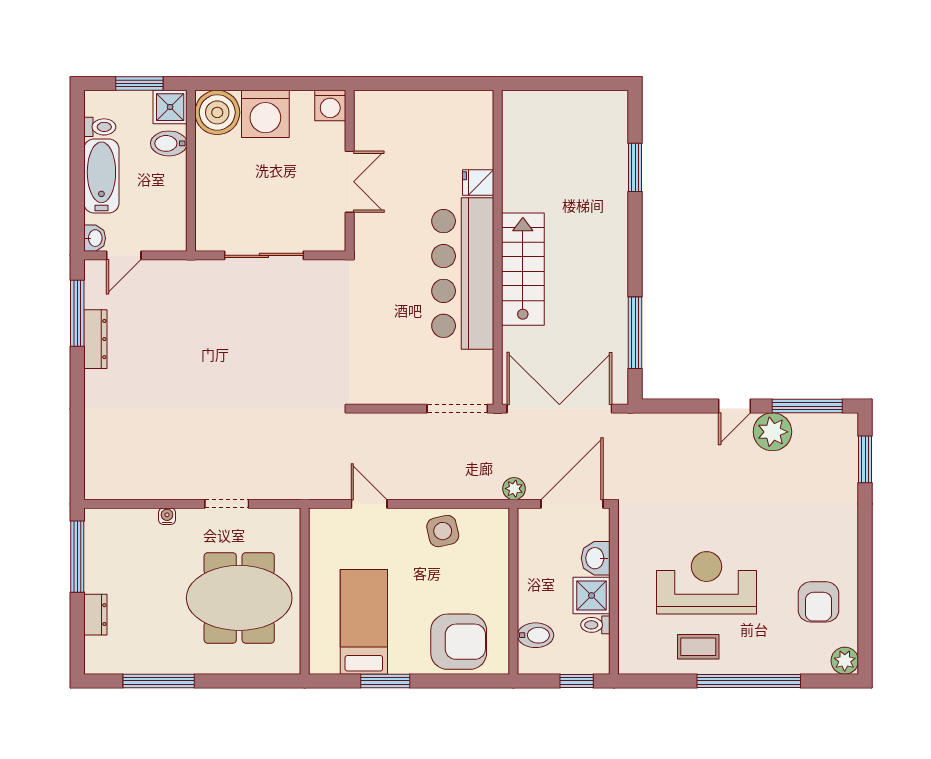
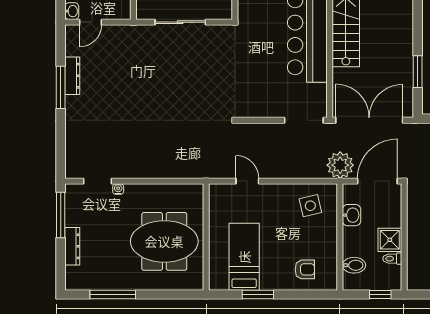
window: (77, 313) -> (61, 87), moved
window: (635, 333) -> (418, 72), width x0.69
plant: (514, 489) -> (340, 165), width x1.87, depth x1.87
doorway: (227, 504) -> (98, 181), moved
side table: (443, 531) -> (310, 206), moved
washbasin: (596, 558) -> (351, 215), moved, turned 180
dresser: (95, 615) -> (72, 246), width x1.44
armchair: (459, 642) -> (305, 269), width x0.53, depth x0.53

